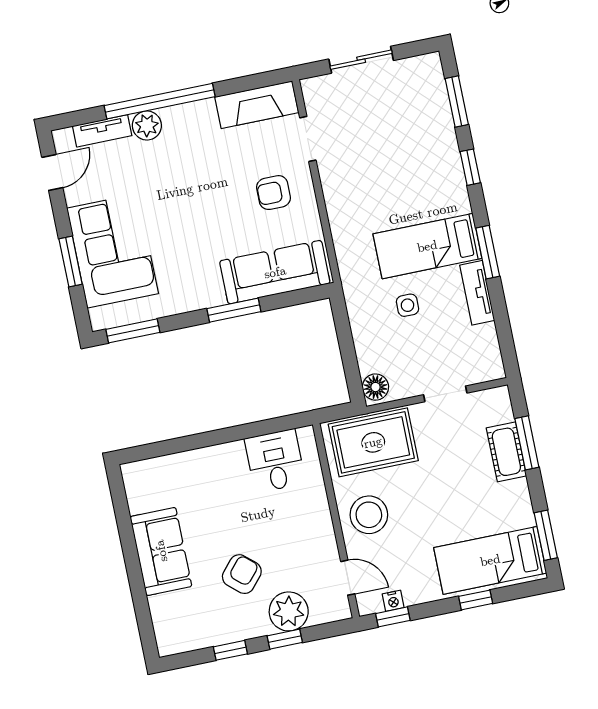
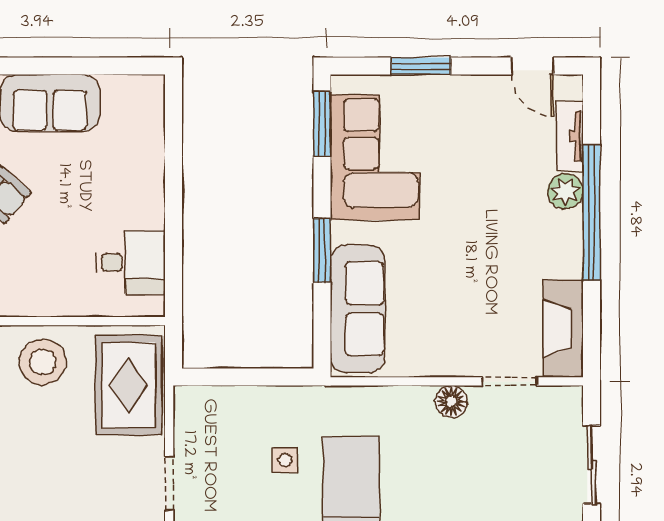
armchair: (273, 193) -> (453, 327), removed
corner sofa: (113, 251) -> (375, 157), moved, turned -90
floor lamp: (375, 387) -> (451, 401), moved

